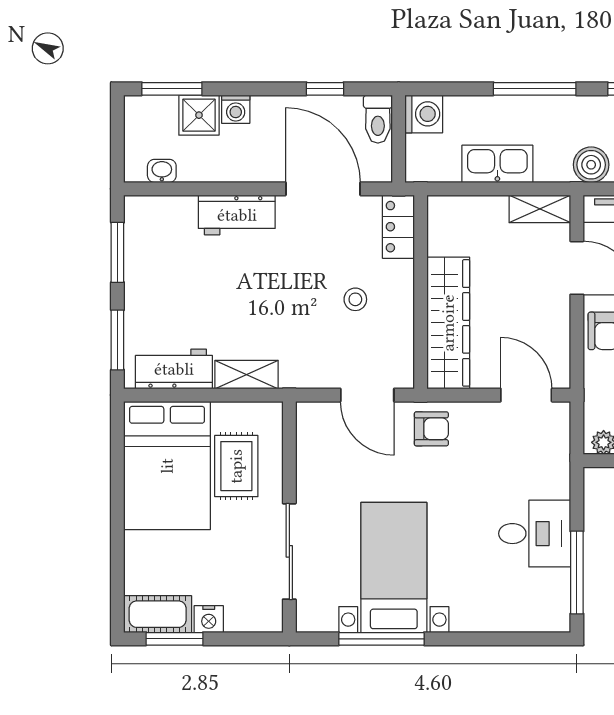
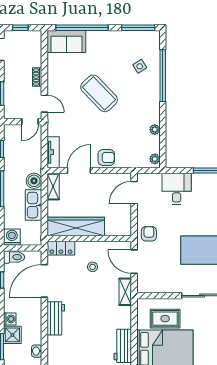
boiler: (591, 165) -> (34, 181), moved
wardrobe: (448, 323) -> (76, 226), moved
shelving: (247, 375) -> (125, 292), moved
door: (367, 395) -> (134, 262), swing flipped
desk: (535, 534) -> (177, 189), moved

